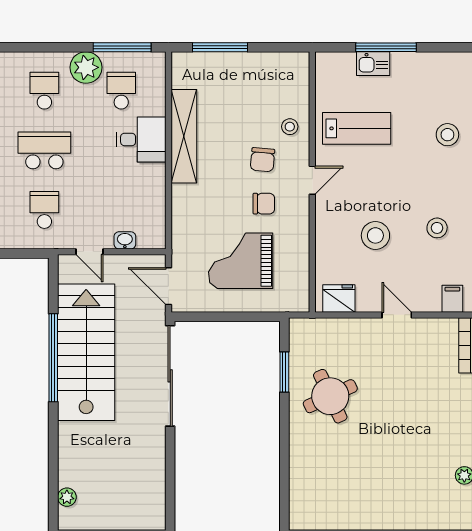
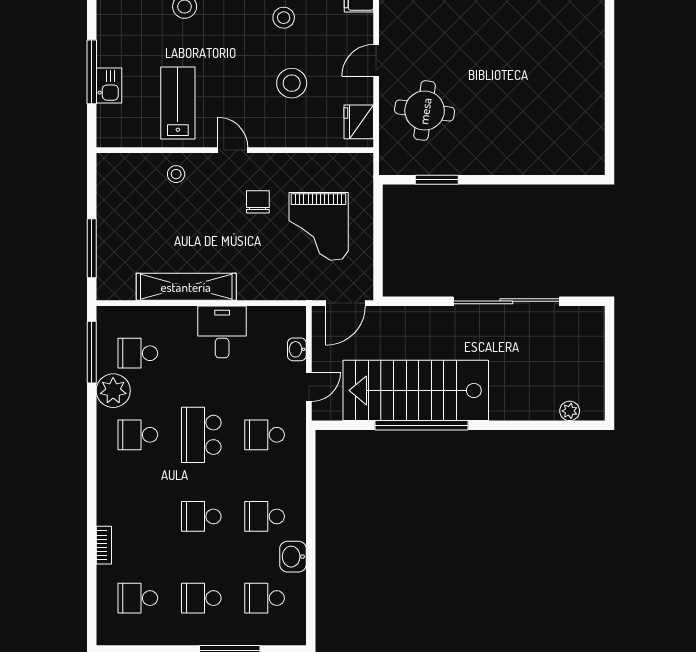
desk: (141, 139) -> (222, 332), moved
chair: (263, 160) -> (211, 203), removed
sliding door: (170, 376) -> (506, 301), moved
round table: (330, 396) -> (425, 111), moved, turned 33

